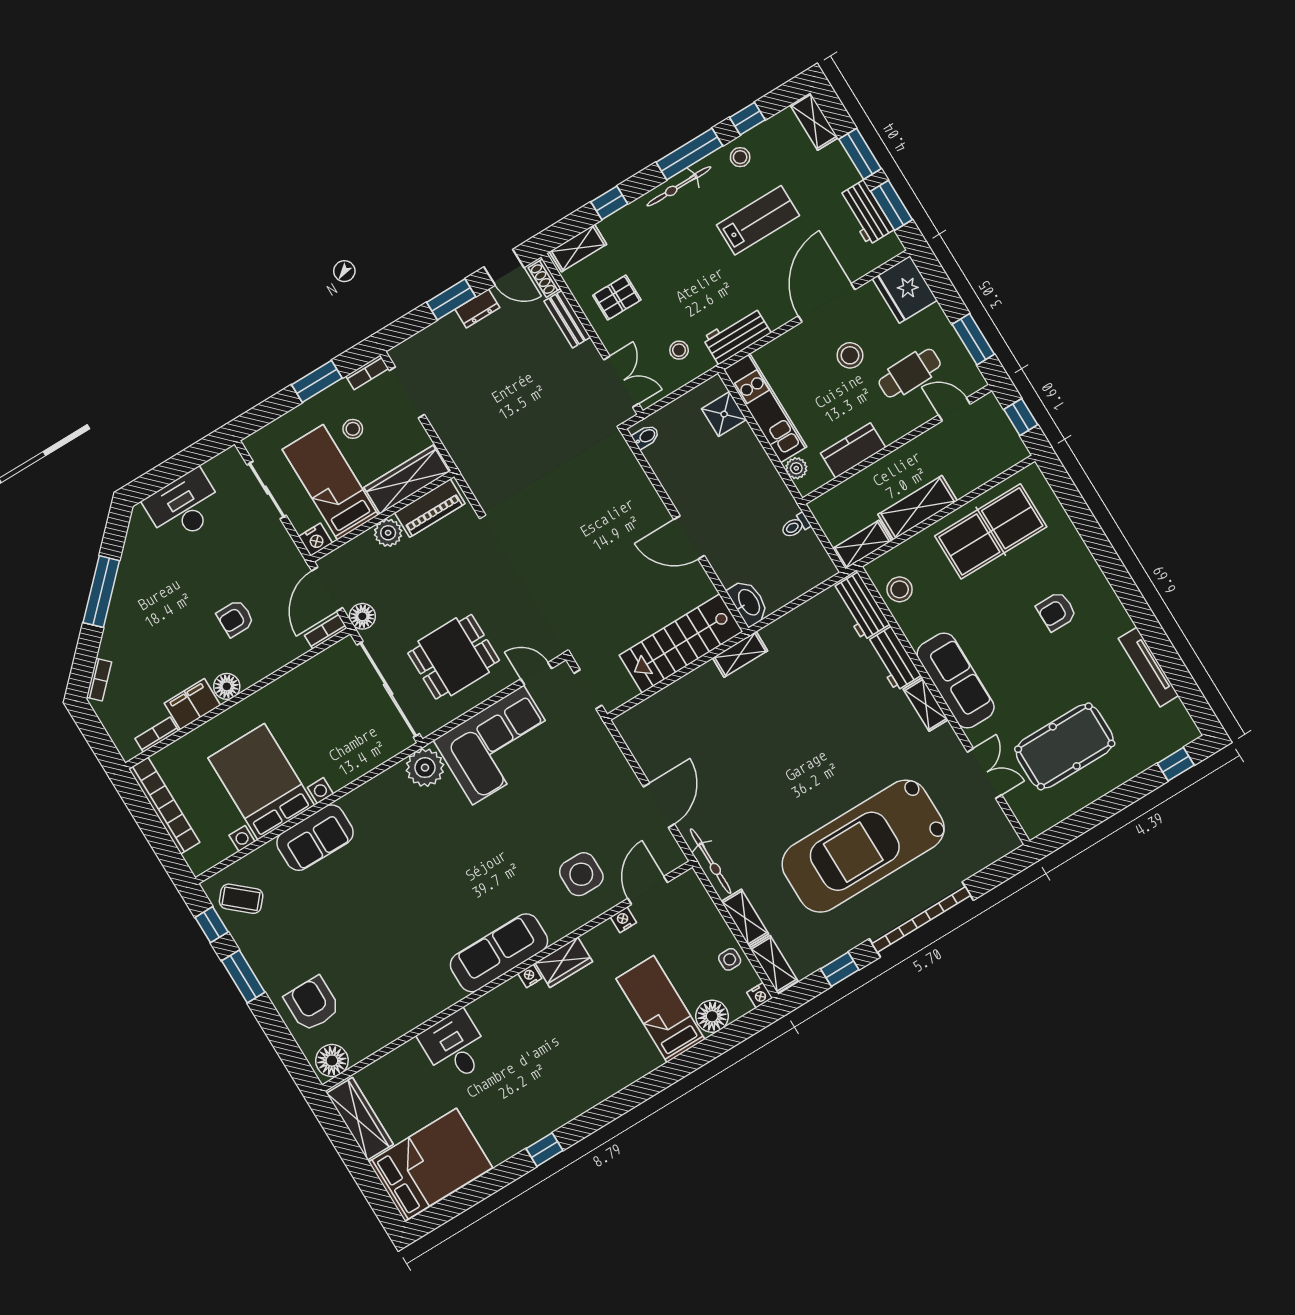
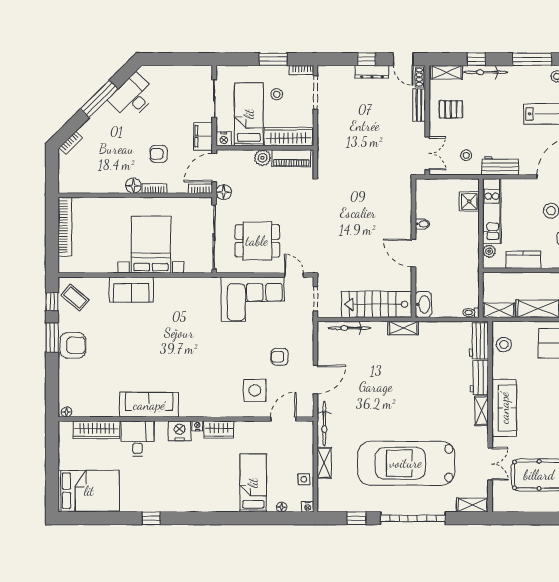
bicycle: (679, 186) -> (485, 72), moved
window: (451, 299) -> (367, 59), width x0.67
dresser: (477, 308) -> (372, 72), width x1.44
bidet: (646, 437) -> (423, 224), moved
desk: (184, 506) -> (133, 97), moved, turned -45
toilet: (796, 526) -> (471, 313), moved
bicycle: (663, 701) -> (349, 328), added
filing cabinet: (192, 704) -> (203, 136), moved, turned -90
bookcase: (157, 735) -> (155, 189), moved
plant: (425, 768) -> (209, 288), removed
bed with nightstands: (261, 782) -> (151, 245), moved
armchair: (587, 804) -> (280, 357), added
nightstand: (623, 920) -> (180, 431), moved, width x1.89, depth x1.79
sofa: (499, 953) -> (149, 405), moved
shelving: (774, 964) -> (472, 505), moved, turned 90
armchair: (312, 1004) -> (73, 345), moved, turned 90
floor lamp: (712, 1016) -> (282, 507), width x0.53, depth x0.53
floor lamp: (332, 1061) -> (67, 412), width x0.53, depth x0.53
wardrobe: (360, 1119) -> (97, 430), moved, turned 90

